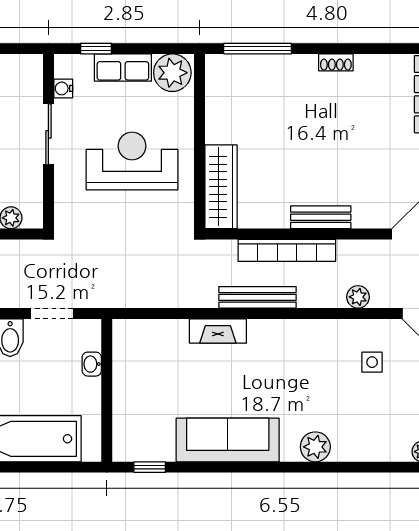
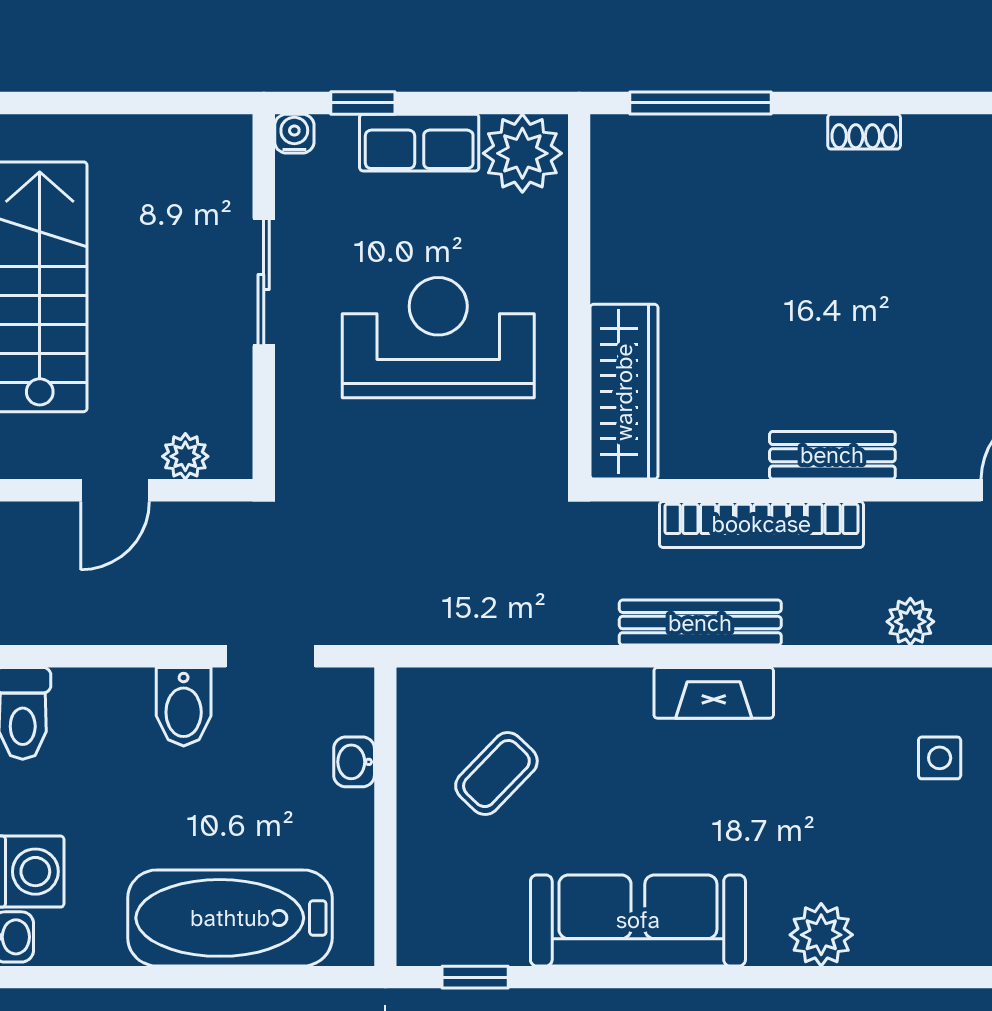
water cooler: (63, 88) -> (294, 134), moved, turned 90
fireplace: (218, 331) -> (714, 693), moved
coffee table: (160, 370) -> (496, 774), added

